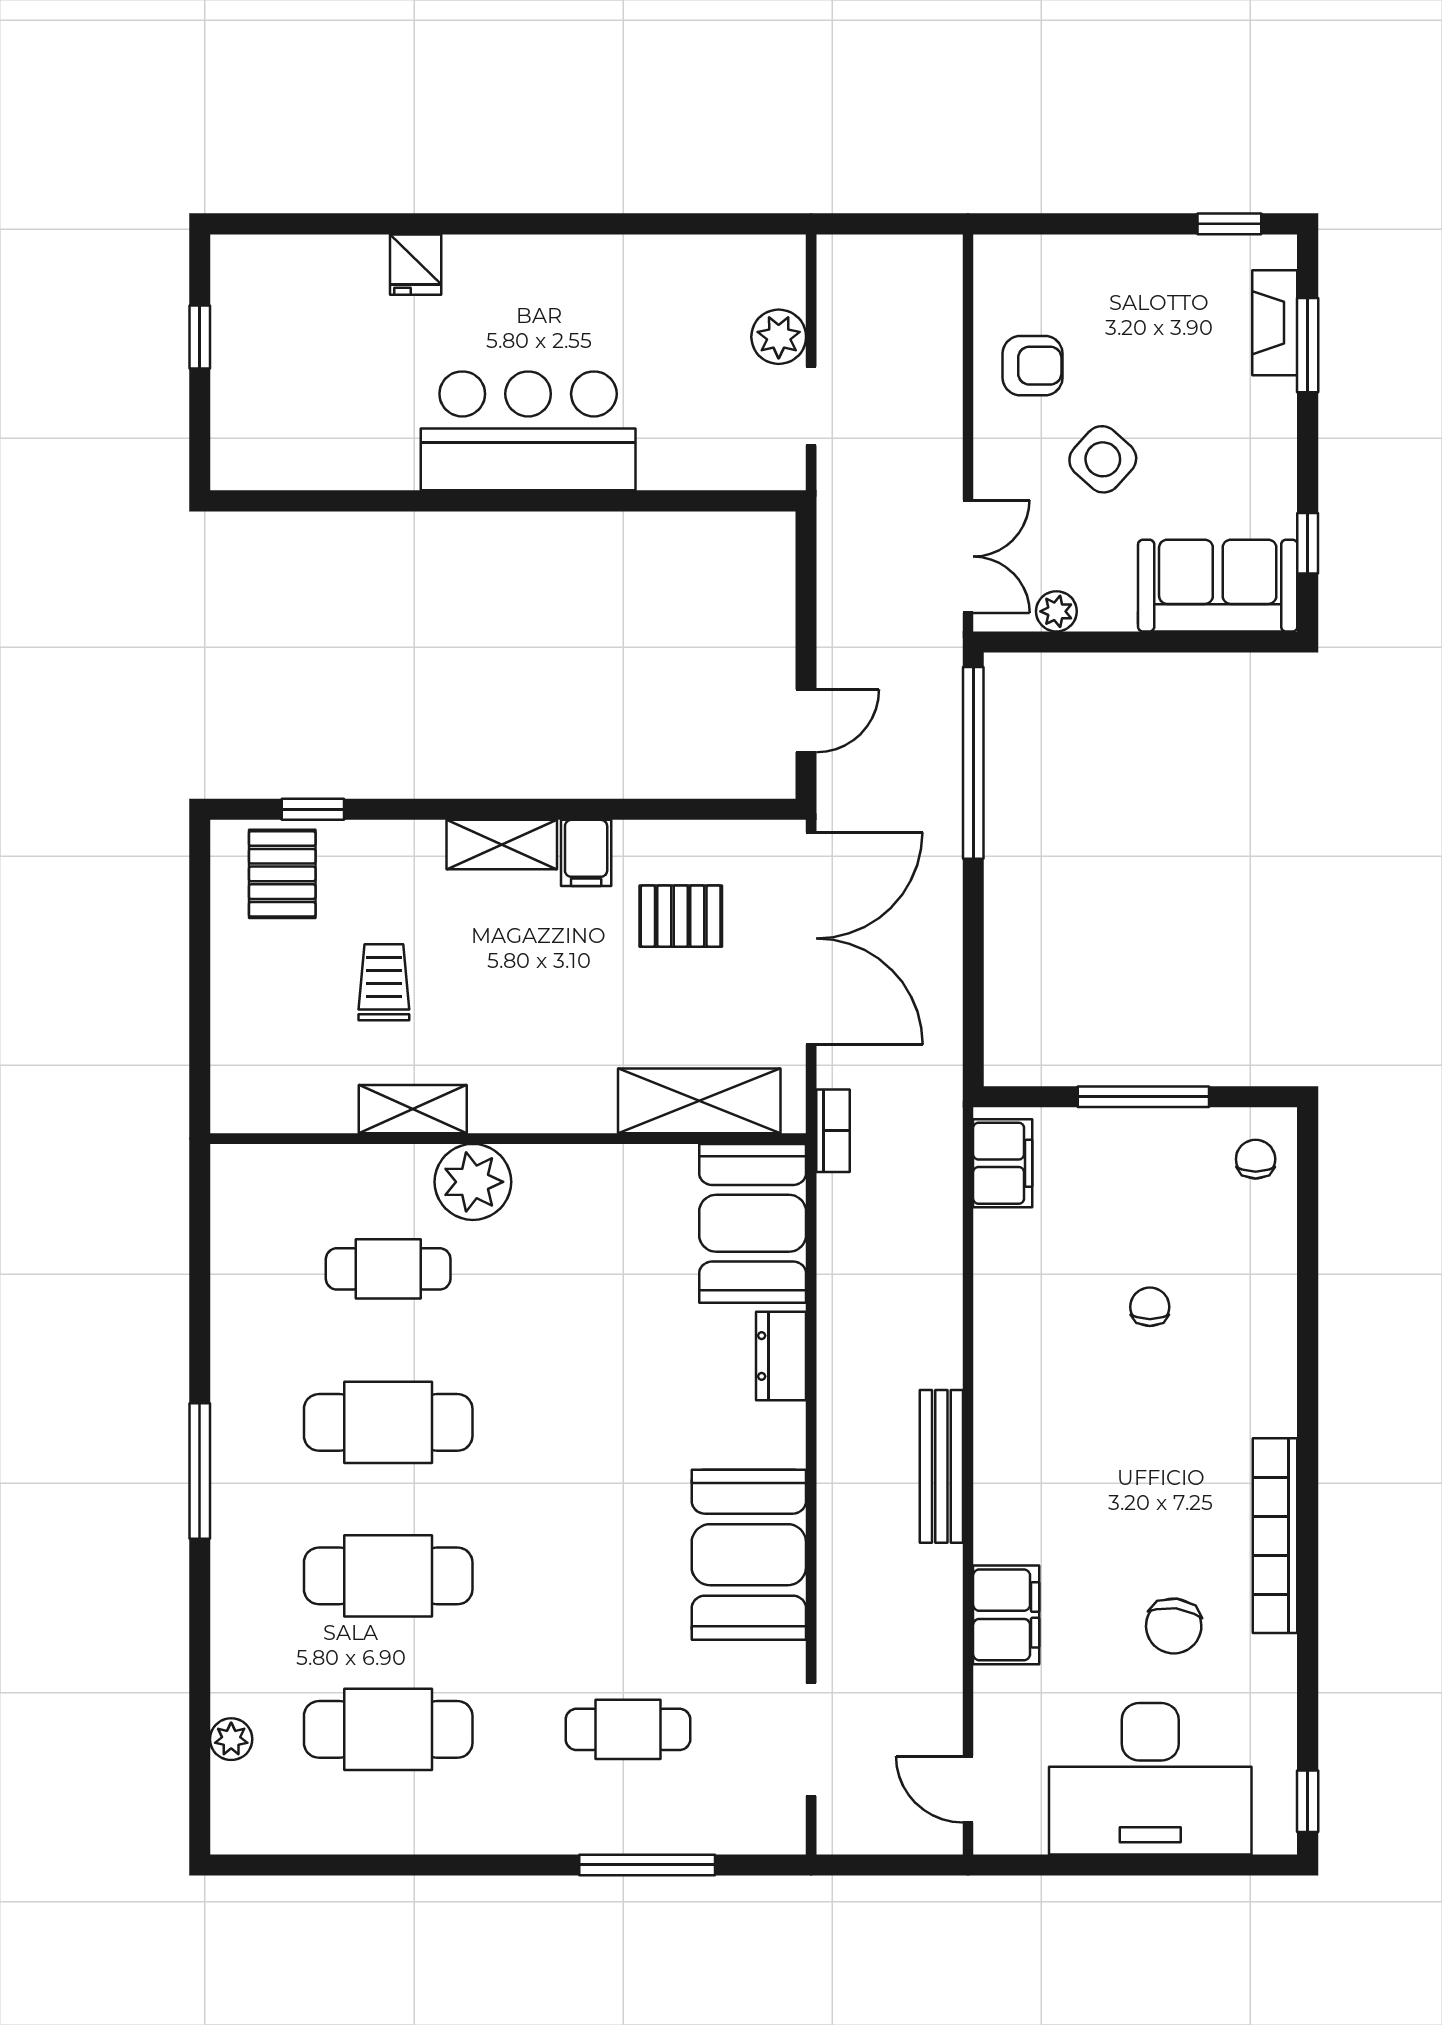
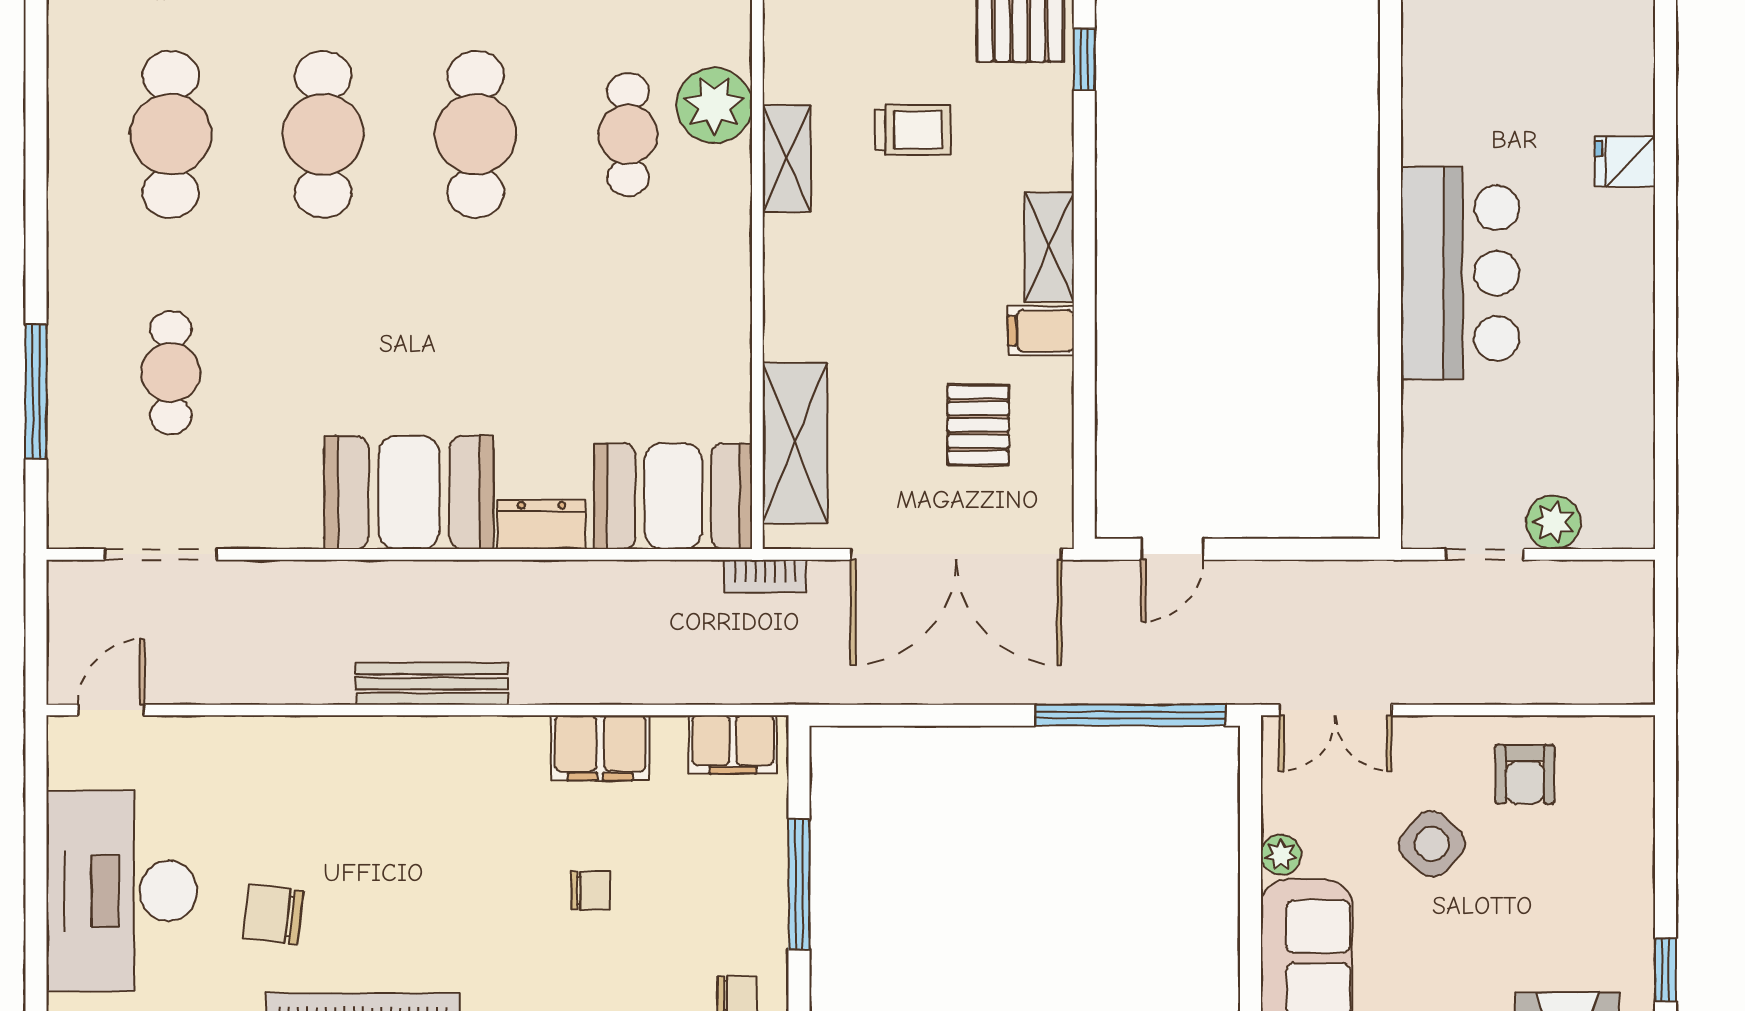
plant: (1056, 611) -> (1281, 855), moved
door: (806, 721) -> (1172, 549), hinge flipped
plant: (473, 1182) -> (714, 105), moved
booth: (749, 1555) -> (409, 492), moved
filing cabinet: (1006, 1615) -> (600, 748), moved

